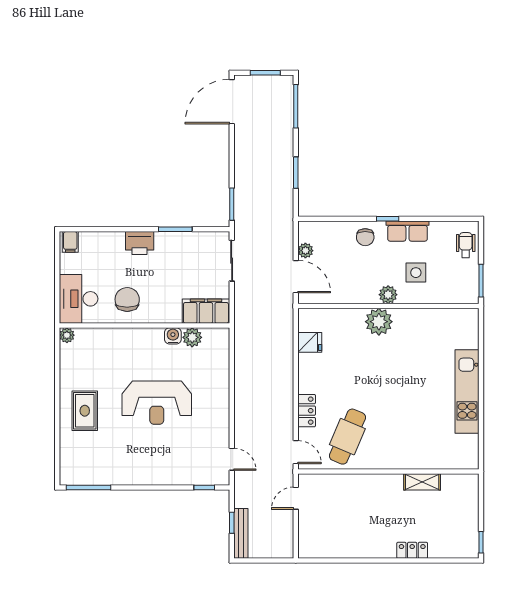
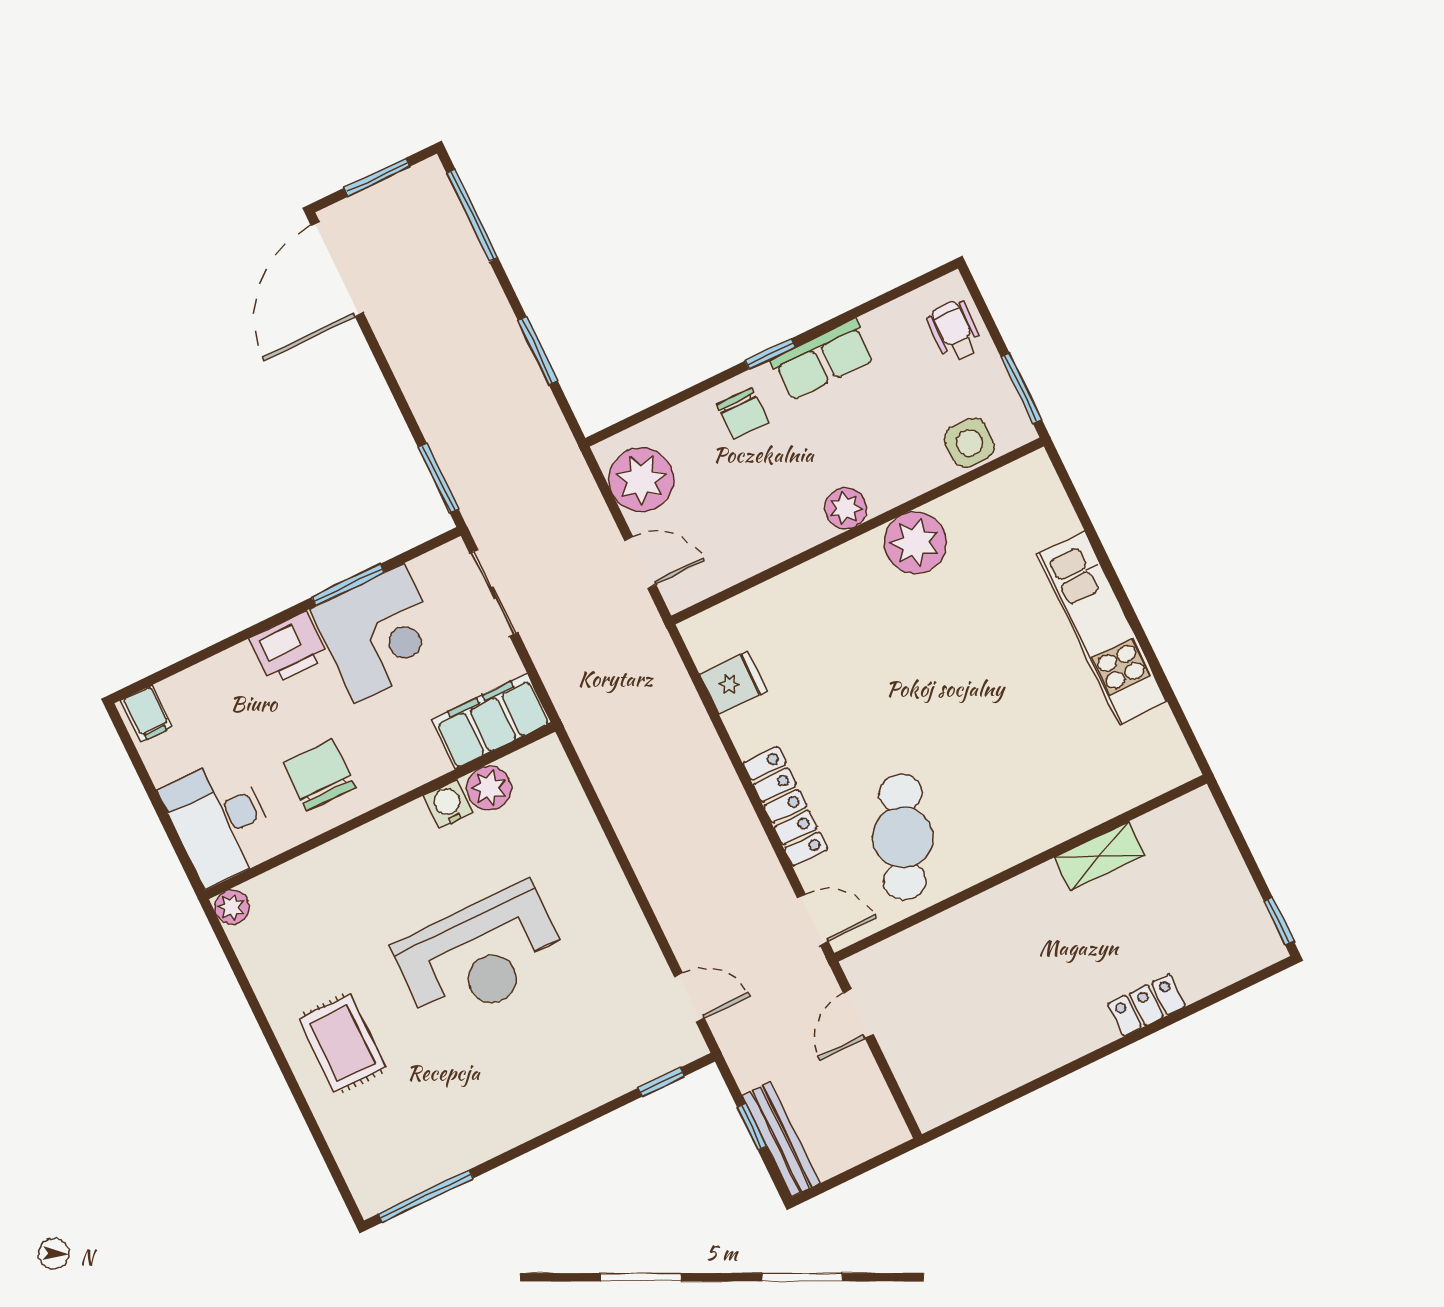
plant: (305, 251) -> (641, 480), width x1.88, depth x1.88
corner desk: (178, 255) -> (379, 634), added
side table: (416, 273) -> (970, 443), moved
door: (296, 277) -> (640, 562), width x0.73
plant: (379, 322) -> (915, 543), moved
locker: (307, 411) -> (785, 806), width x1.53

